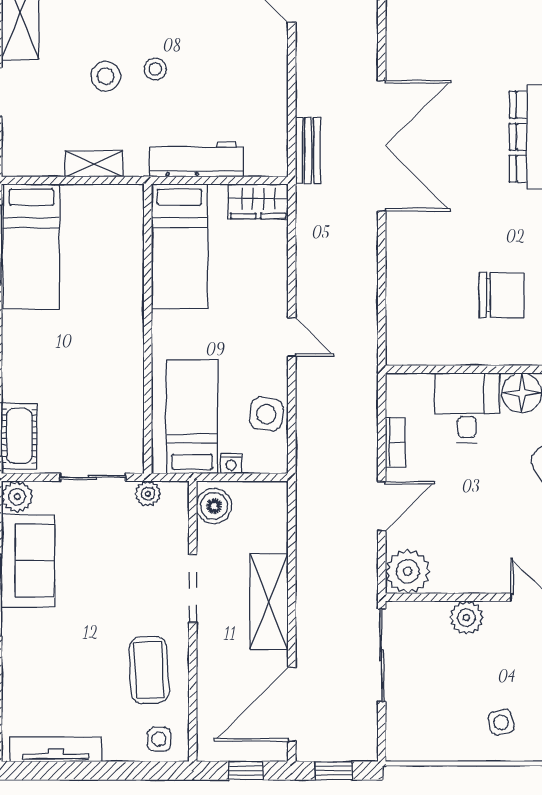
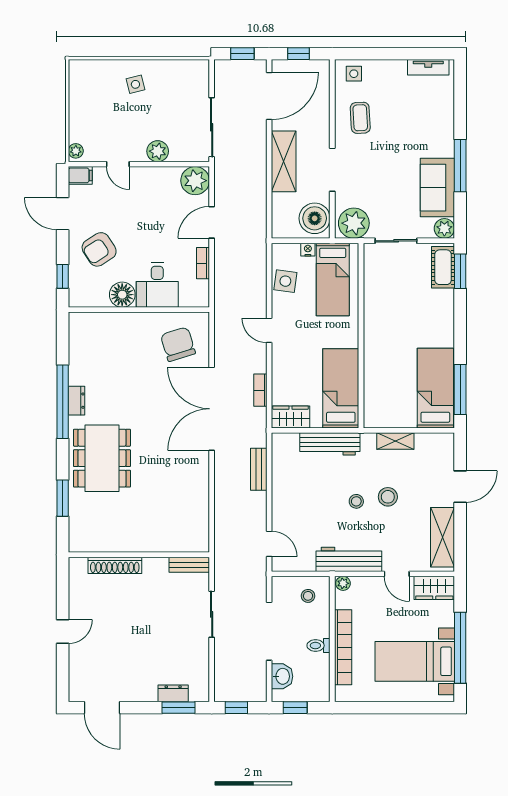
double door: (382, 146) -> (212, 409), moved
bench: (308, 150) -> (259, 469), moved
bookcase: (306, 243) -> (260, 390), added
chair: (502, 295) -> (178, 344), moved, turned 73
plant: (148, 494) -> (354, 223), width x1.87, depth x1.87
boiler: (214, 506) -> (315, 218), width x1.37, depth x1.37
coffee table: (149, 670) -> (360, 118), width x0.73, depth x0.77
tv unit: (56, 749) -> (428, 67), width x0.71

